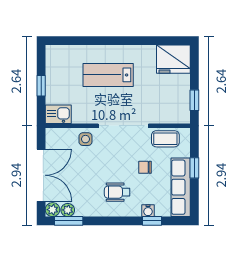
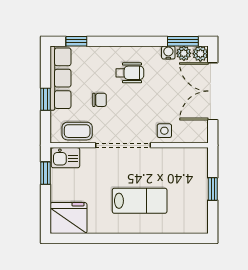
kitchen sink: (58, 114) -> (65, 158), moved
water cooler: (148, 211) -> (168, 53), moved
window: (152, 221) -> (76, 41), moved

